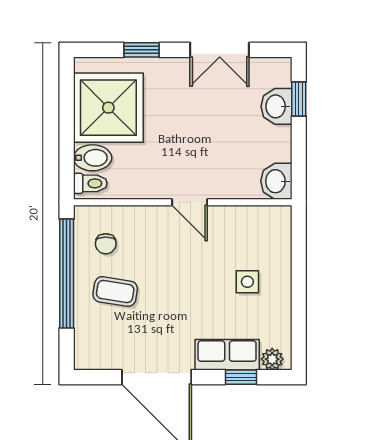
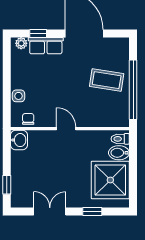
washbasin: (276, 106) -> (19, 181), removed
chair: (106, 244) -> (28, 119), moved
side table: (247, 282) -> (19, 96), moved
coffee table: (115, 292) -> (107, 80), width x1.36, depth x1.30

